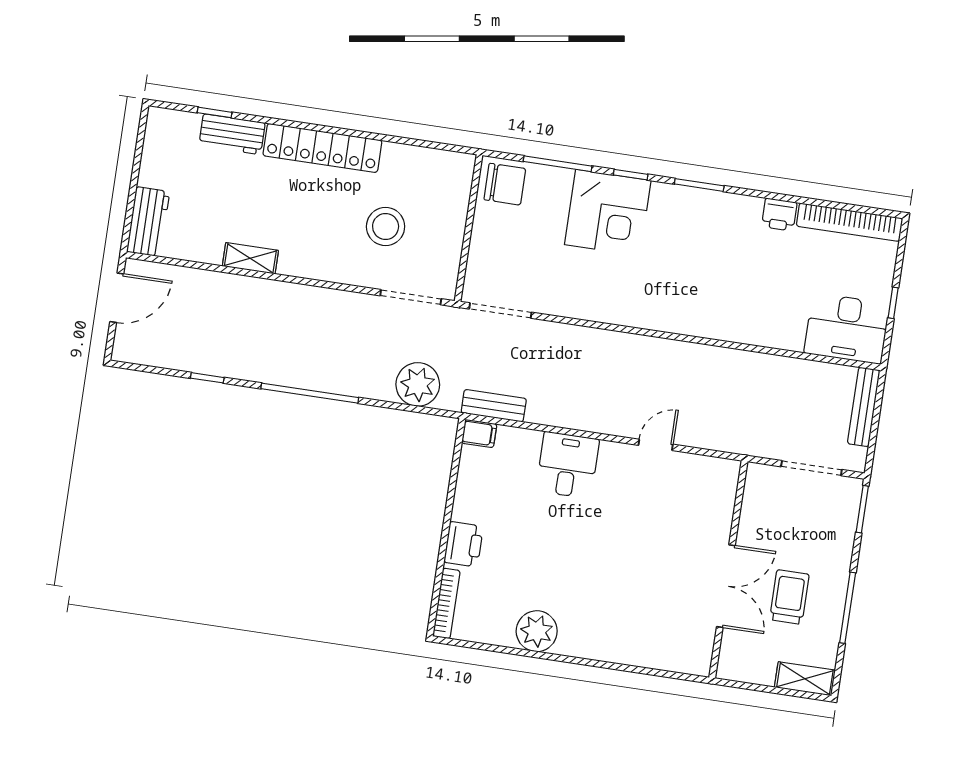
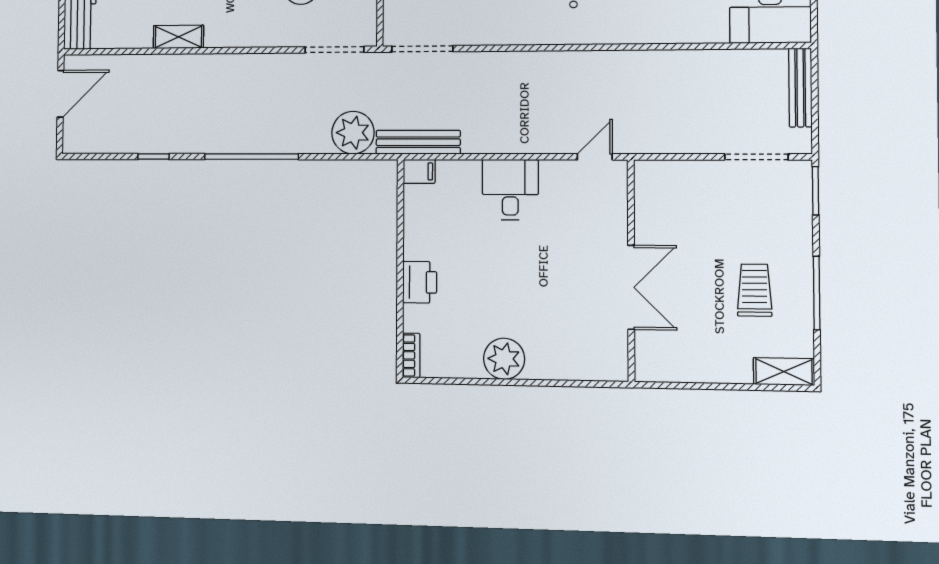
bench: (494, 406) -> (418, 142), width x1.36
wall: (728, 569) -> (631, 270), moved
double door: (726, 586) -> (631, 287), moved
bookcase: (446, 603) -> (411, 355), width x0.64

